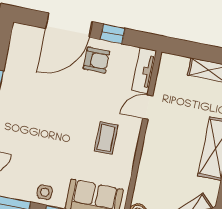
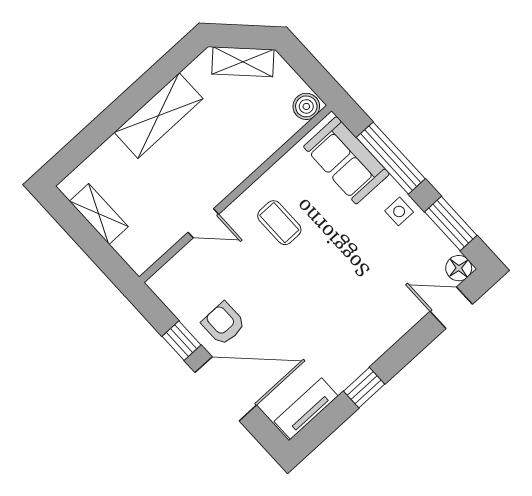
tv unit: (144, 71) -> (306, 409), moved, turned 180
coffee table: (106, 138) -> (279, 223), turned 90

